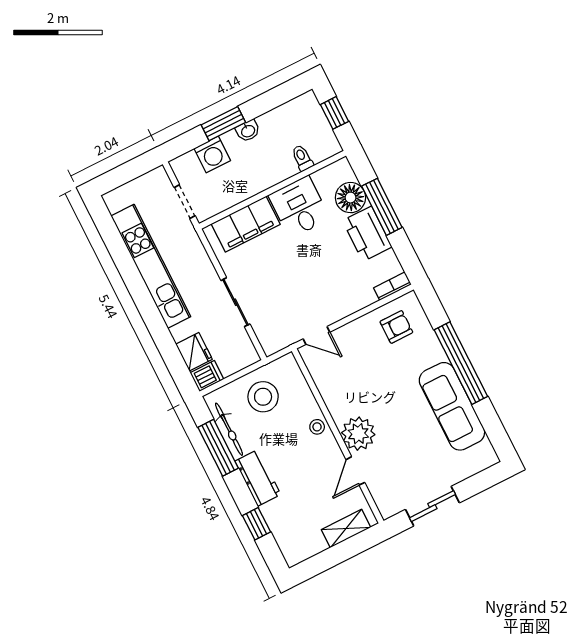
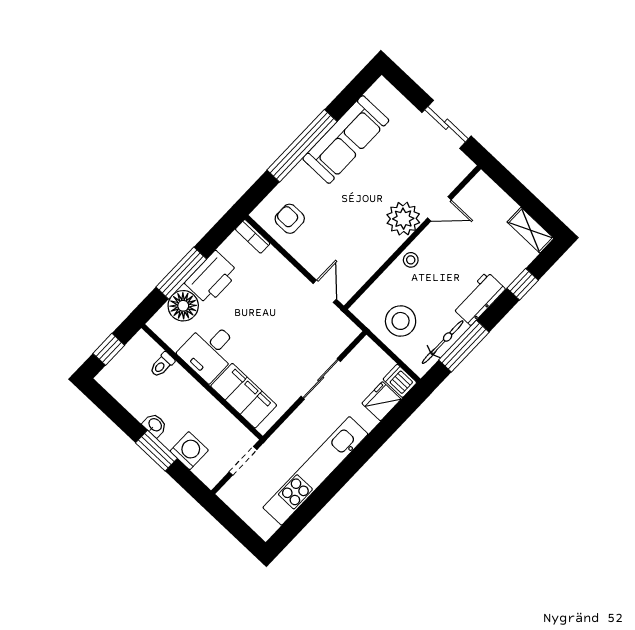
shelving: (346, 528) -> (530, 230), moved

